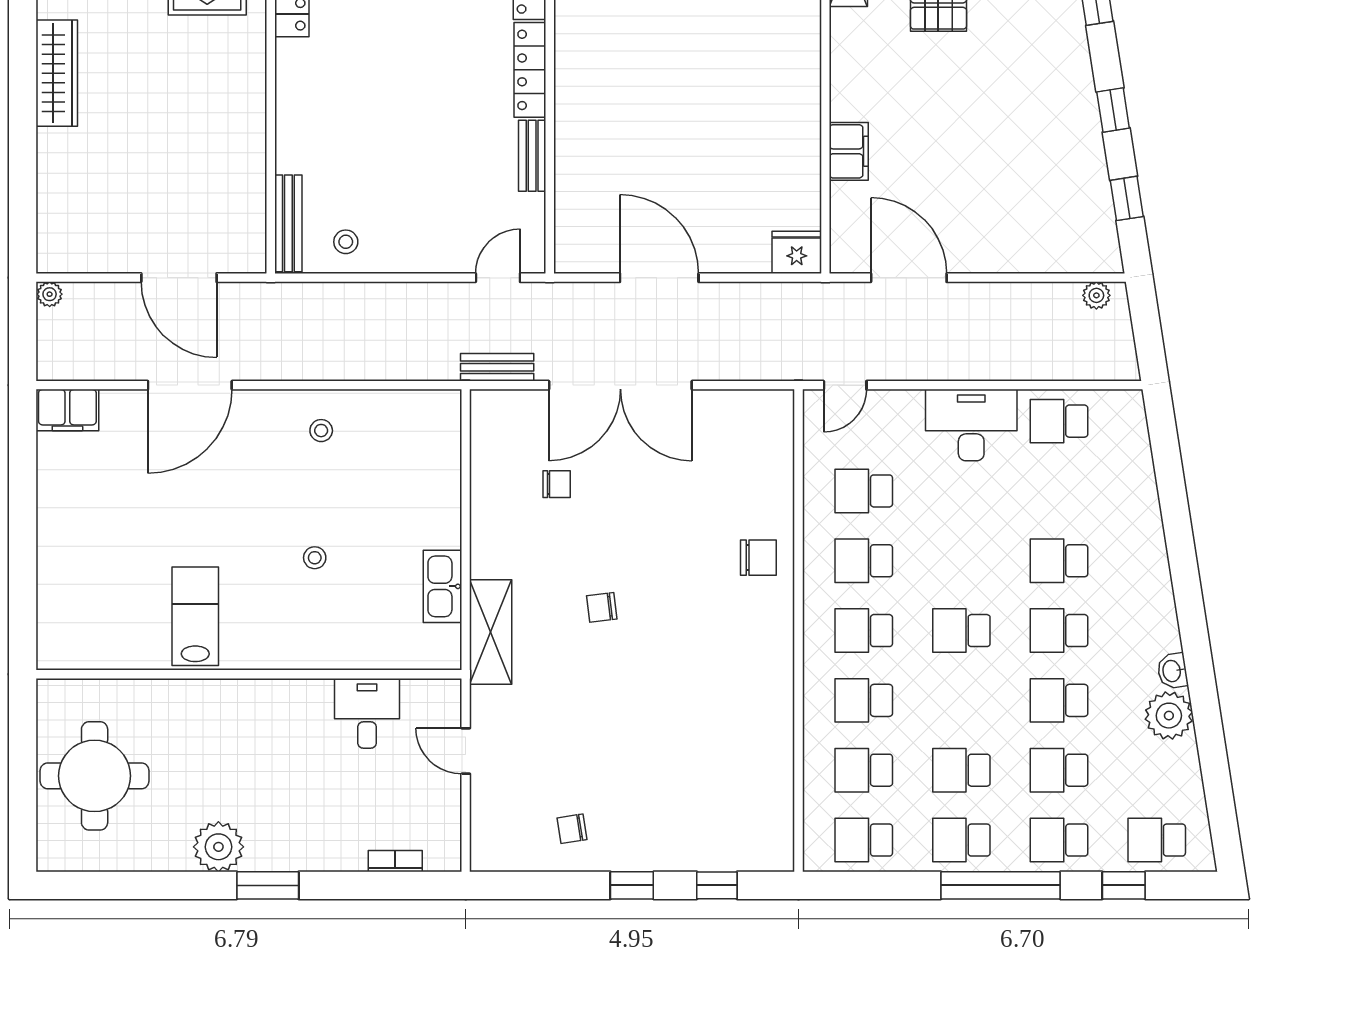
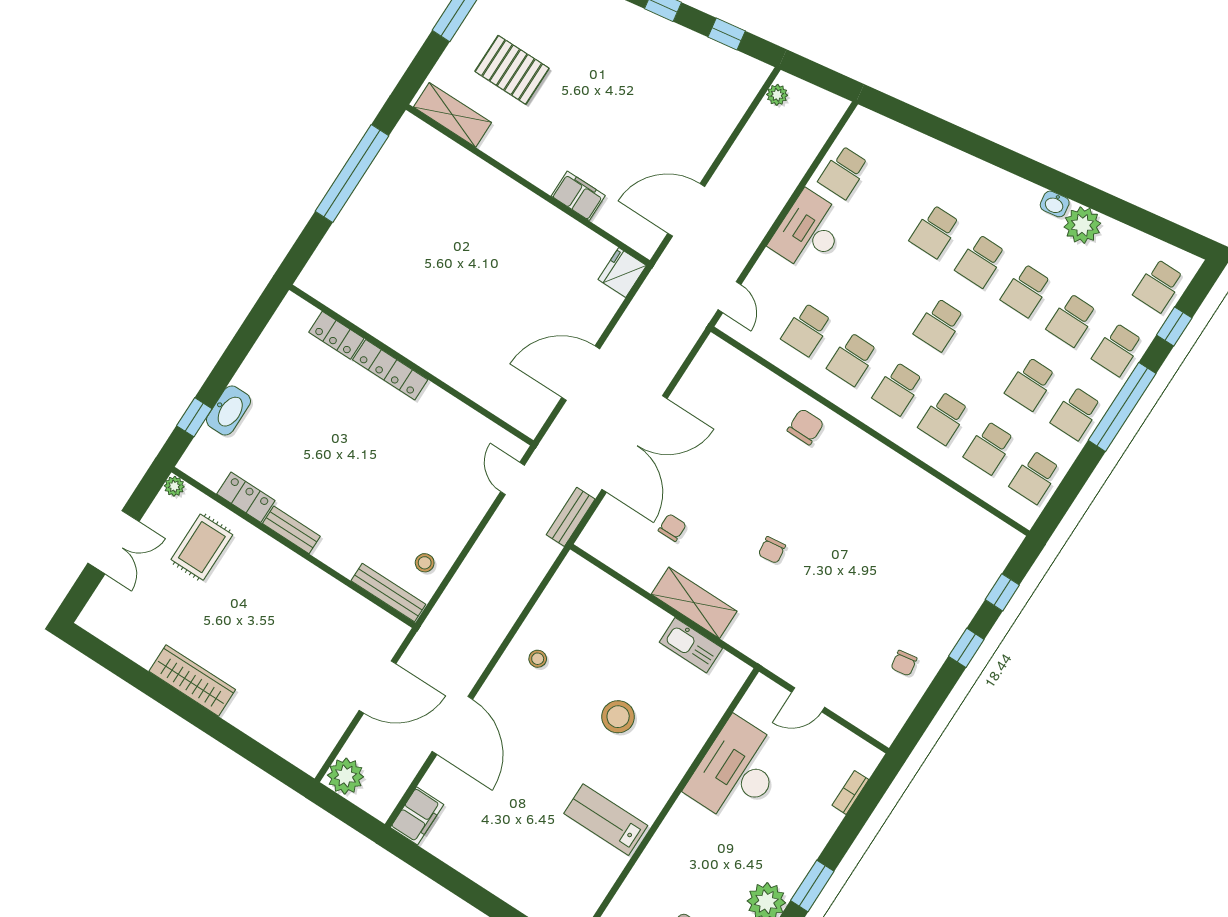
bench: (532, 156) -> (291, 530), moved
plant: (50, 294) -> (345, 776), width x1.88, depth x1.88
stool: (315, 558) -> (618, 717), width x1.89, depth x1.89
shelving: (491, 632) -> (694, 603), moved
desk: (367, 713) -> (737, 771), width x1.87, depth x1.30

